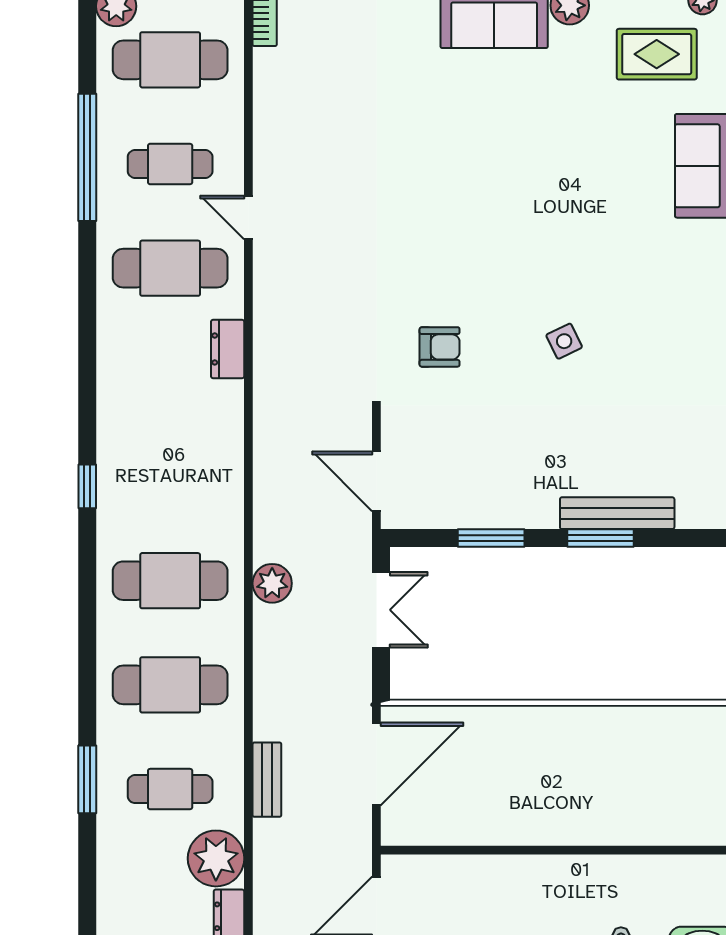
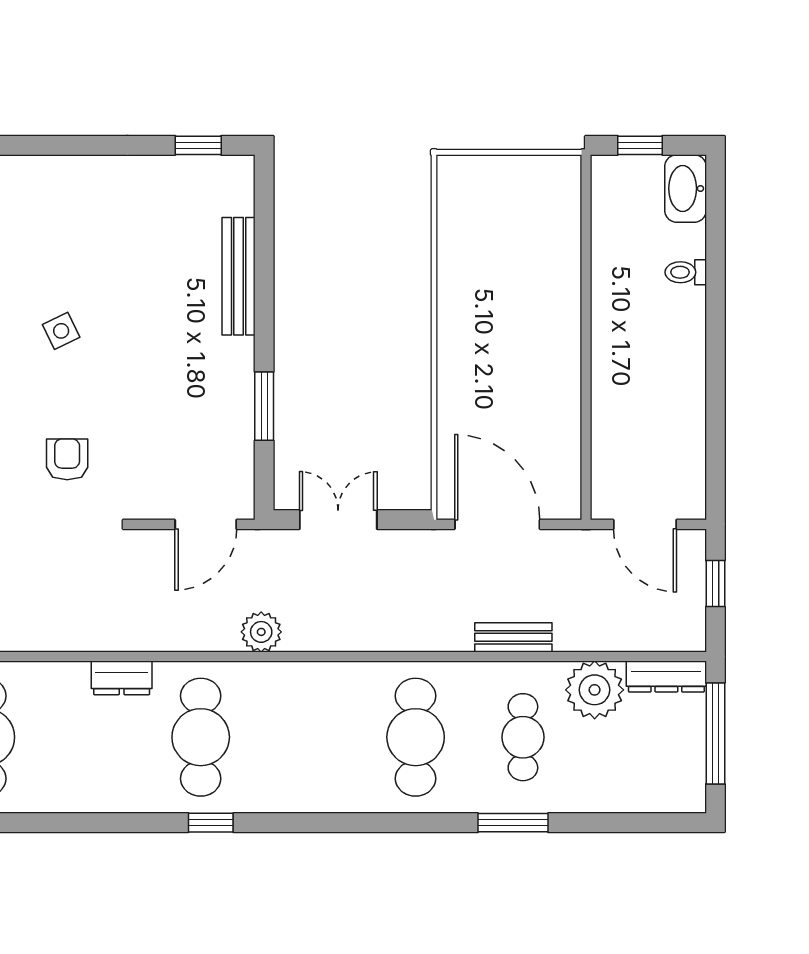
dresser: (228, 349) -> (122, 678), moved
window: (601, 538) -> (264, 293), removed
cafe table: (170, 581) -> (201, 737), moved
plant: (272, 583) -> (261, 632), moved

